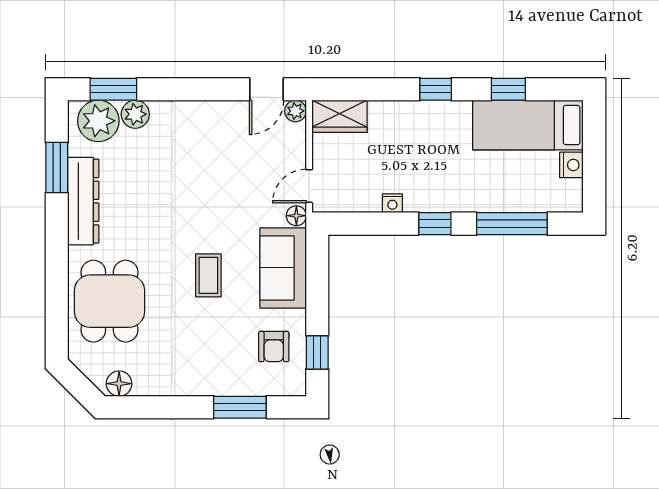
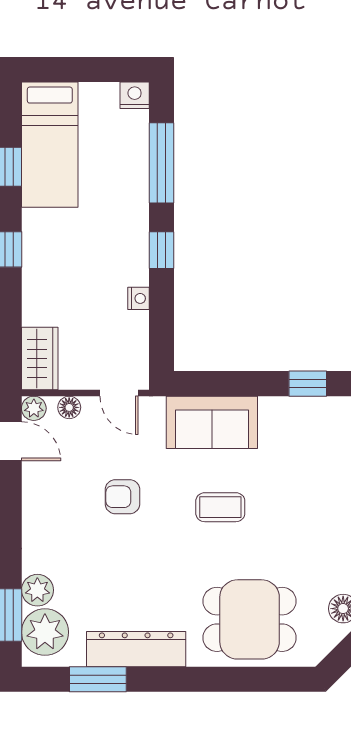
nightstand: (571, 165) -> (135, 95), moved
floor lamp: (296, 216) -> (69, 407), moved
armchair: (274, 347) -> (122, 497), moved, turned 180

